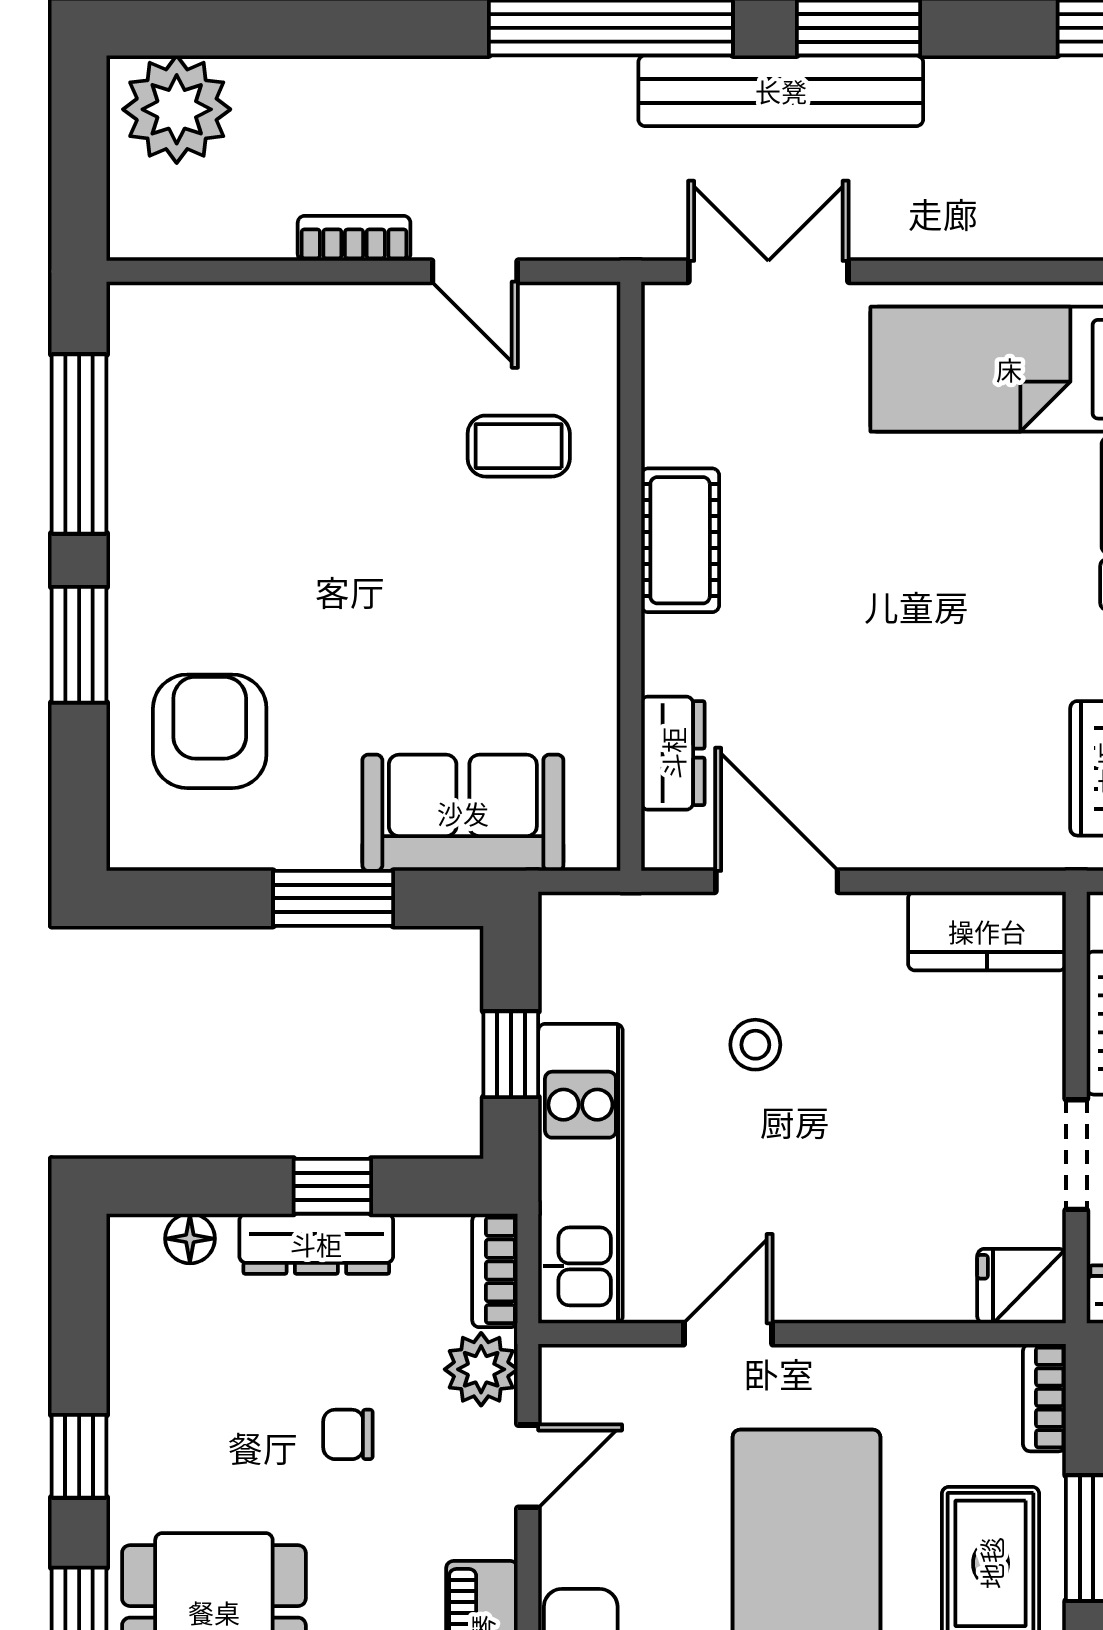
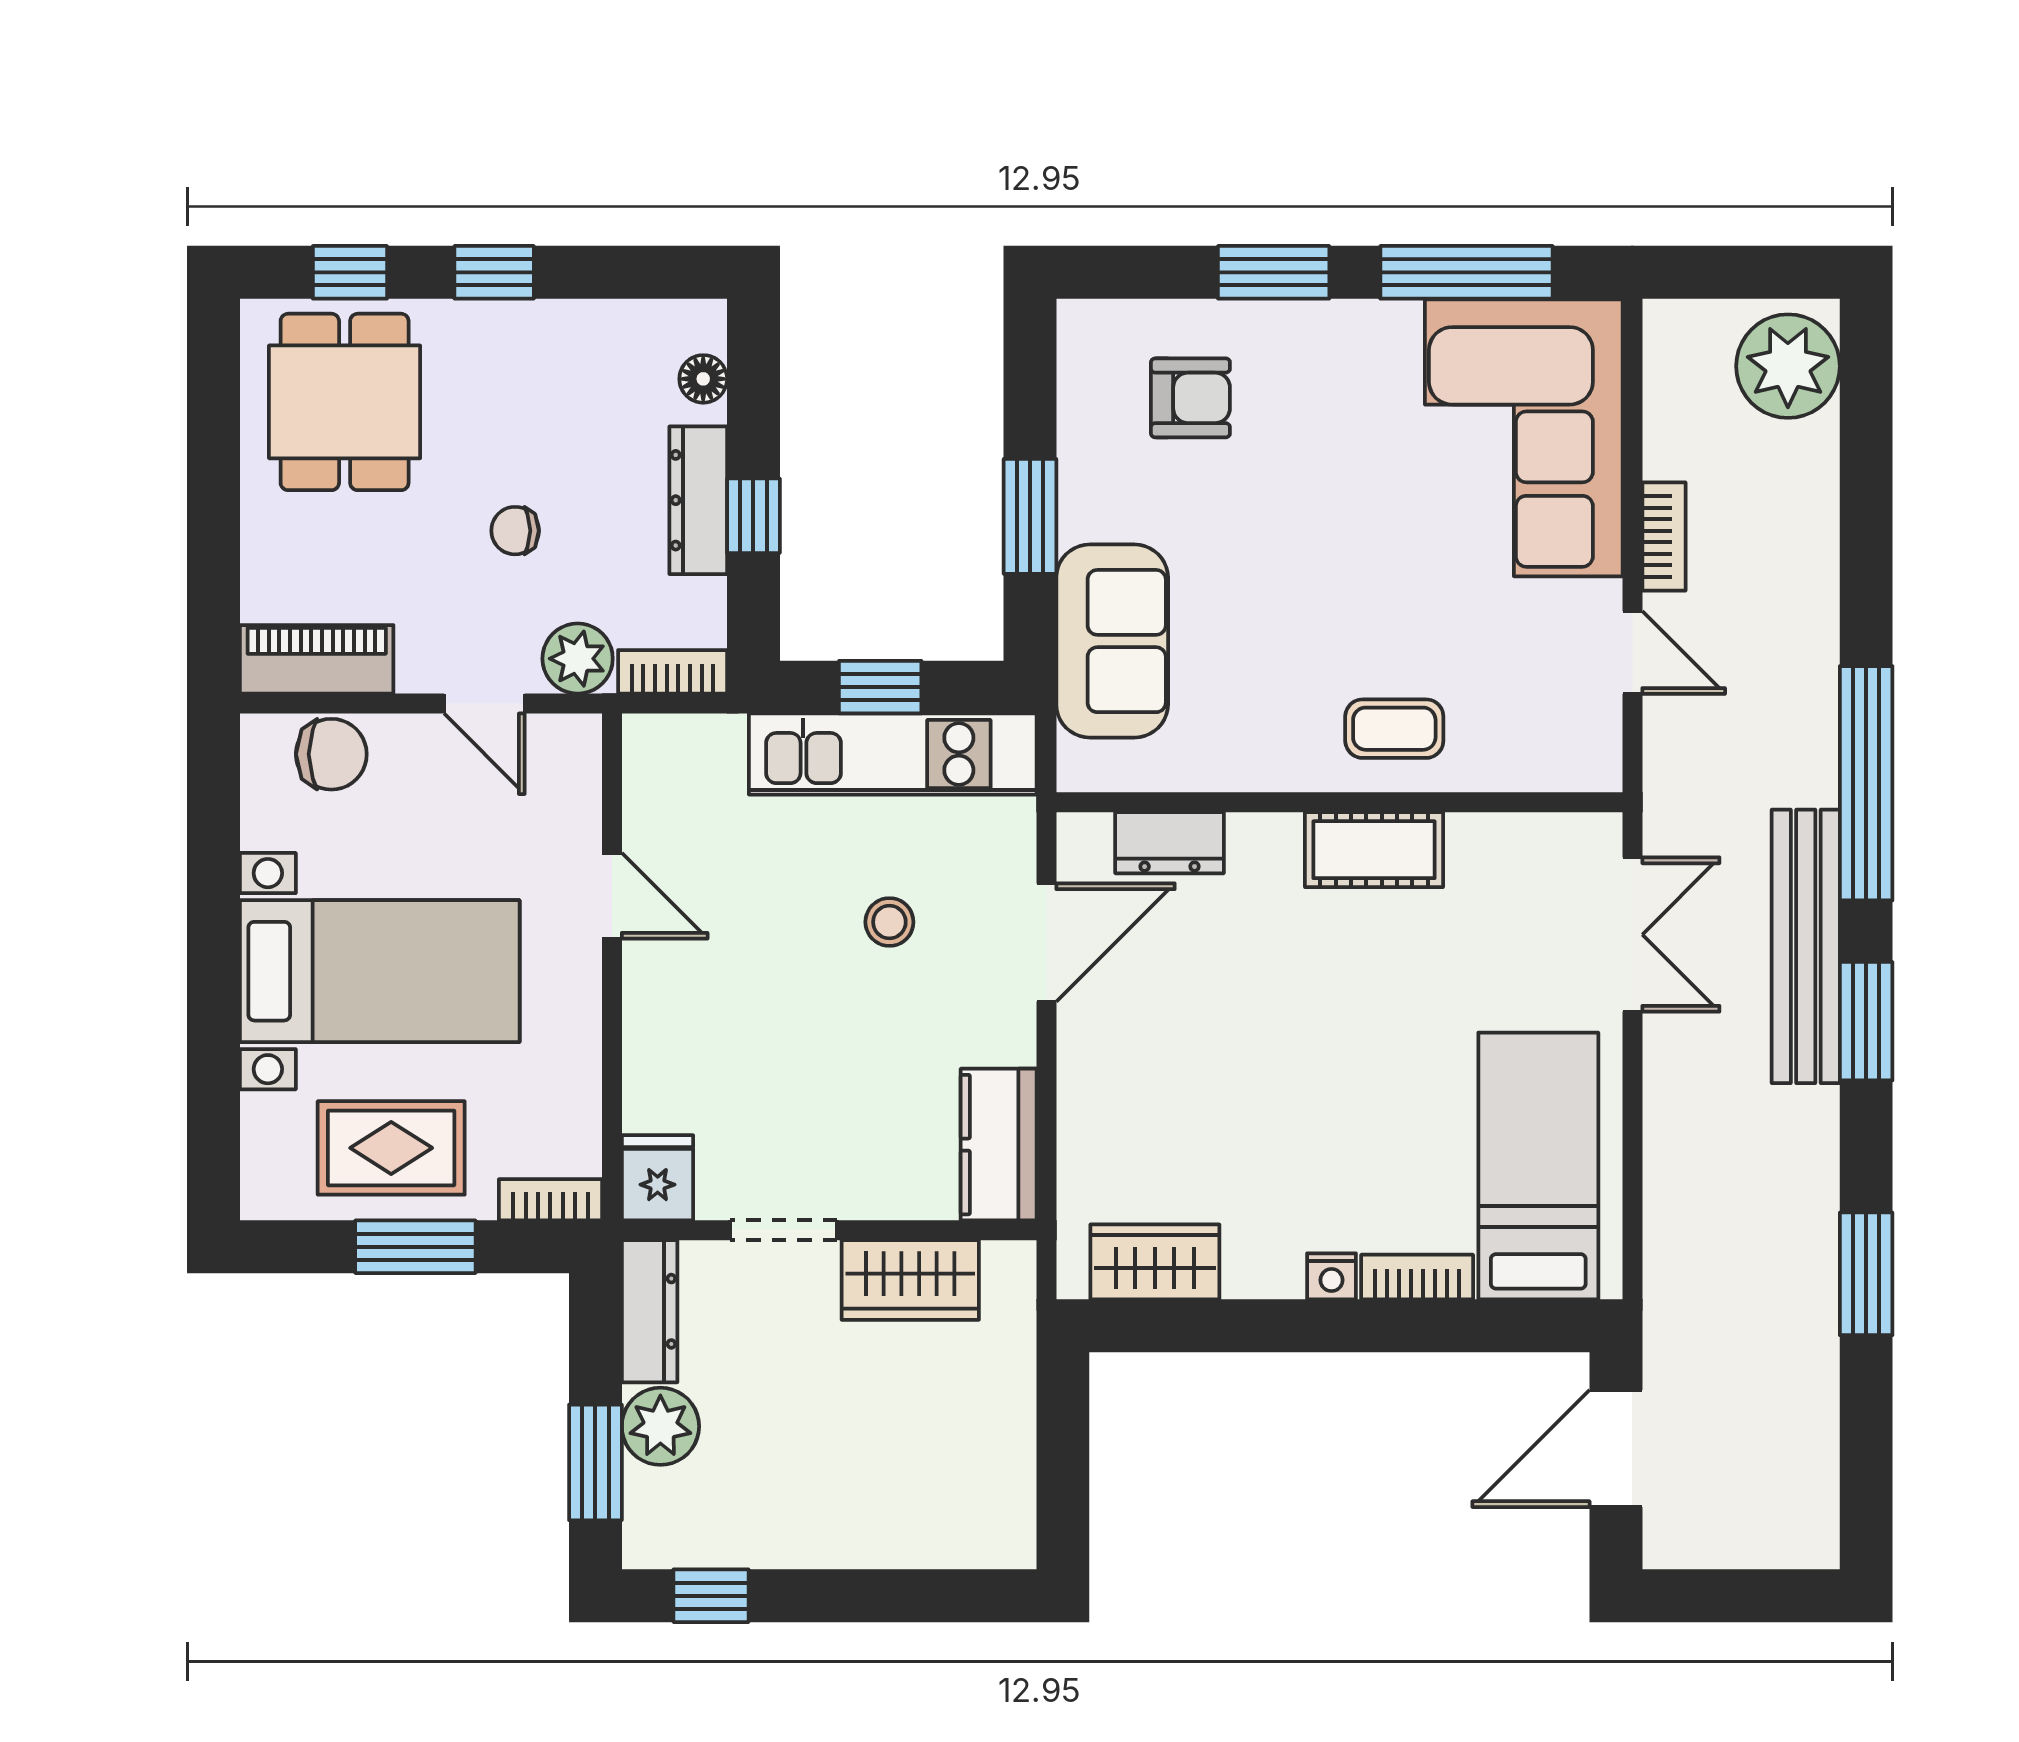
door: (475, 271) -> (1632, 653), swing flipped
corner sofa: (251, 384) -> (1524, 438), added
coffee table: (519, 446) -> (1394, 729), moved, turned 90
armchair: (210, 731) -> (1190, 398), width x0.72, depth x0.72
kitchen unit: (580, 1174) -> (893, 754), moved
chair: (348, 1434) -> (515, 531), turned -90

